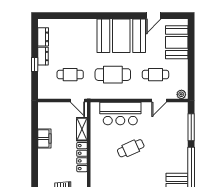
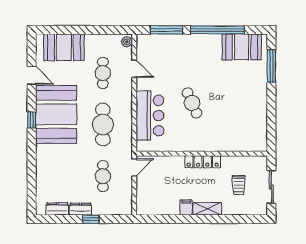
window: (117, 16) -> (32, 120), added
shelving: (82, 129) -> (207, 209), moved
filing cabinet: (44, 138) -> (186, 207), width x0.50

